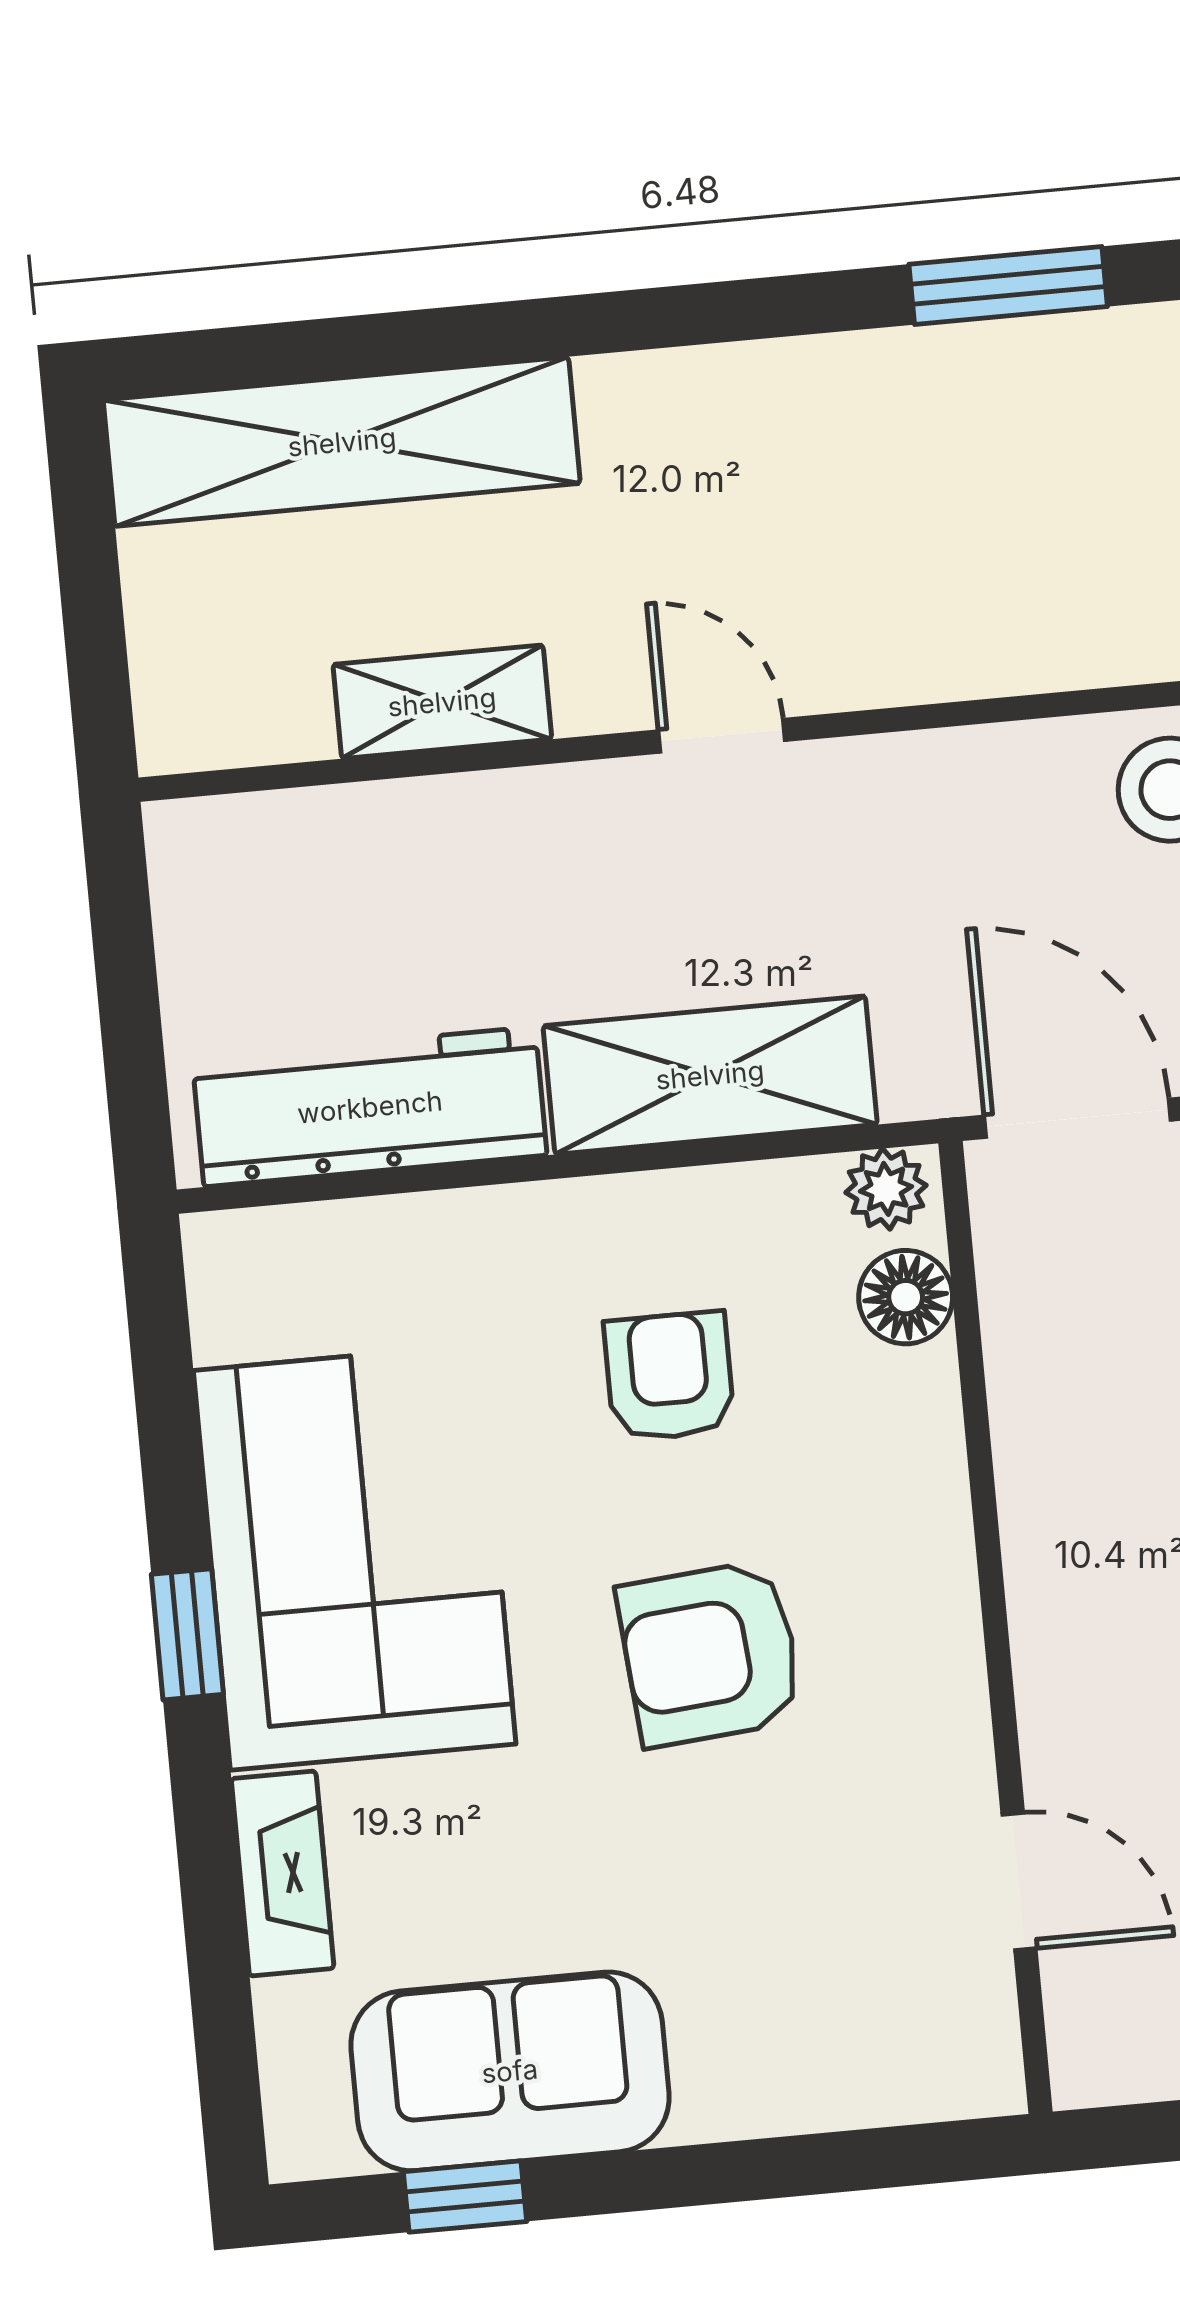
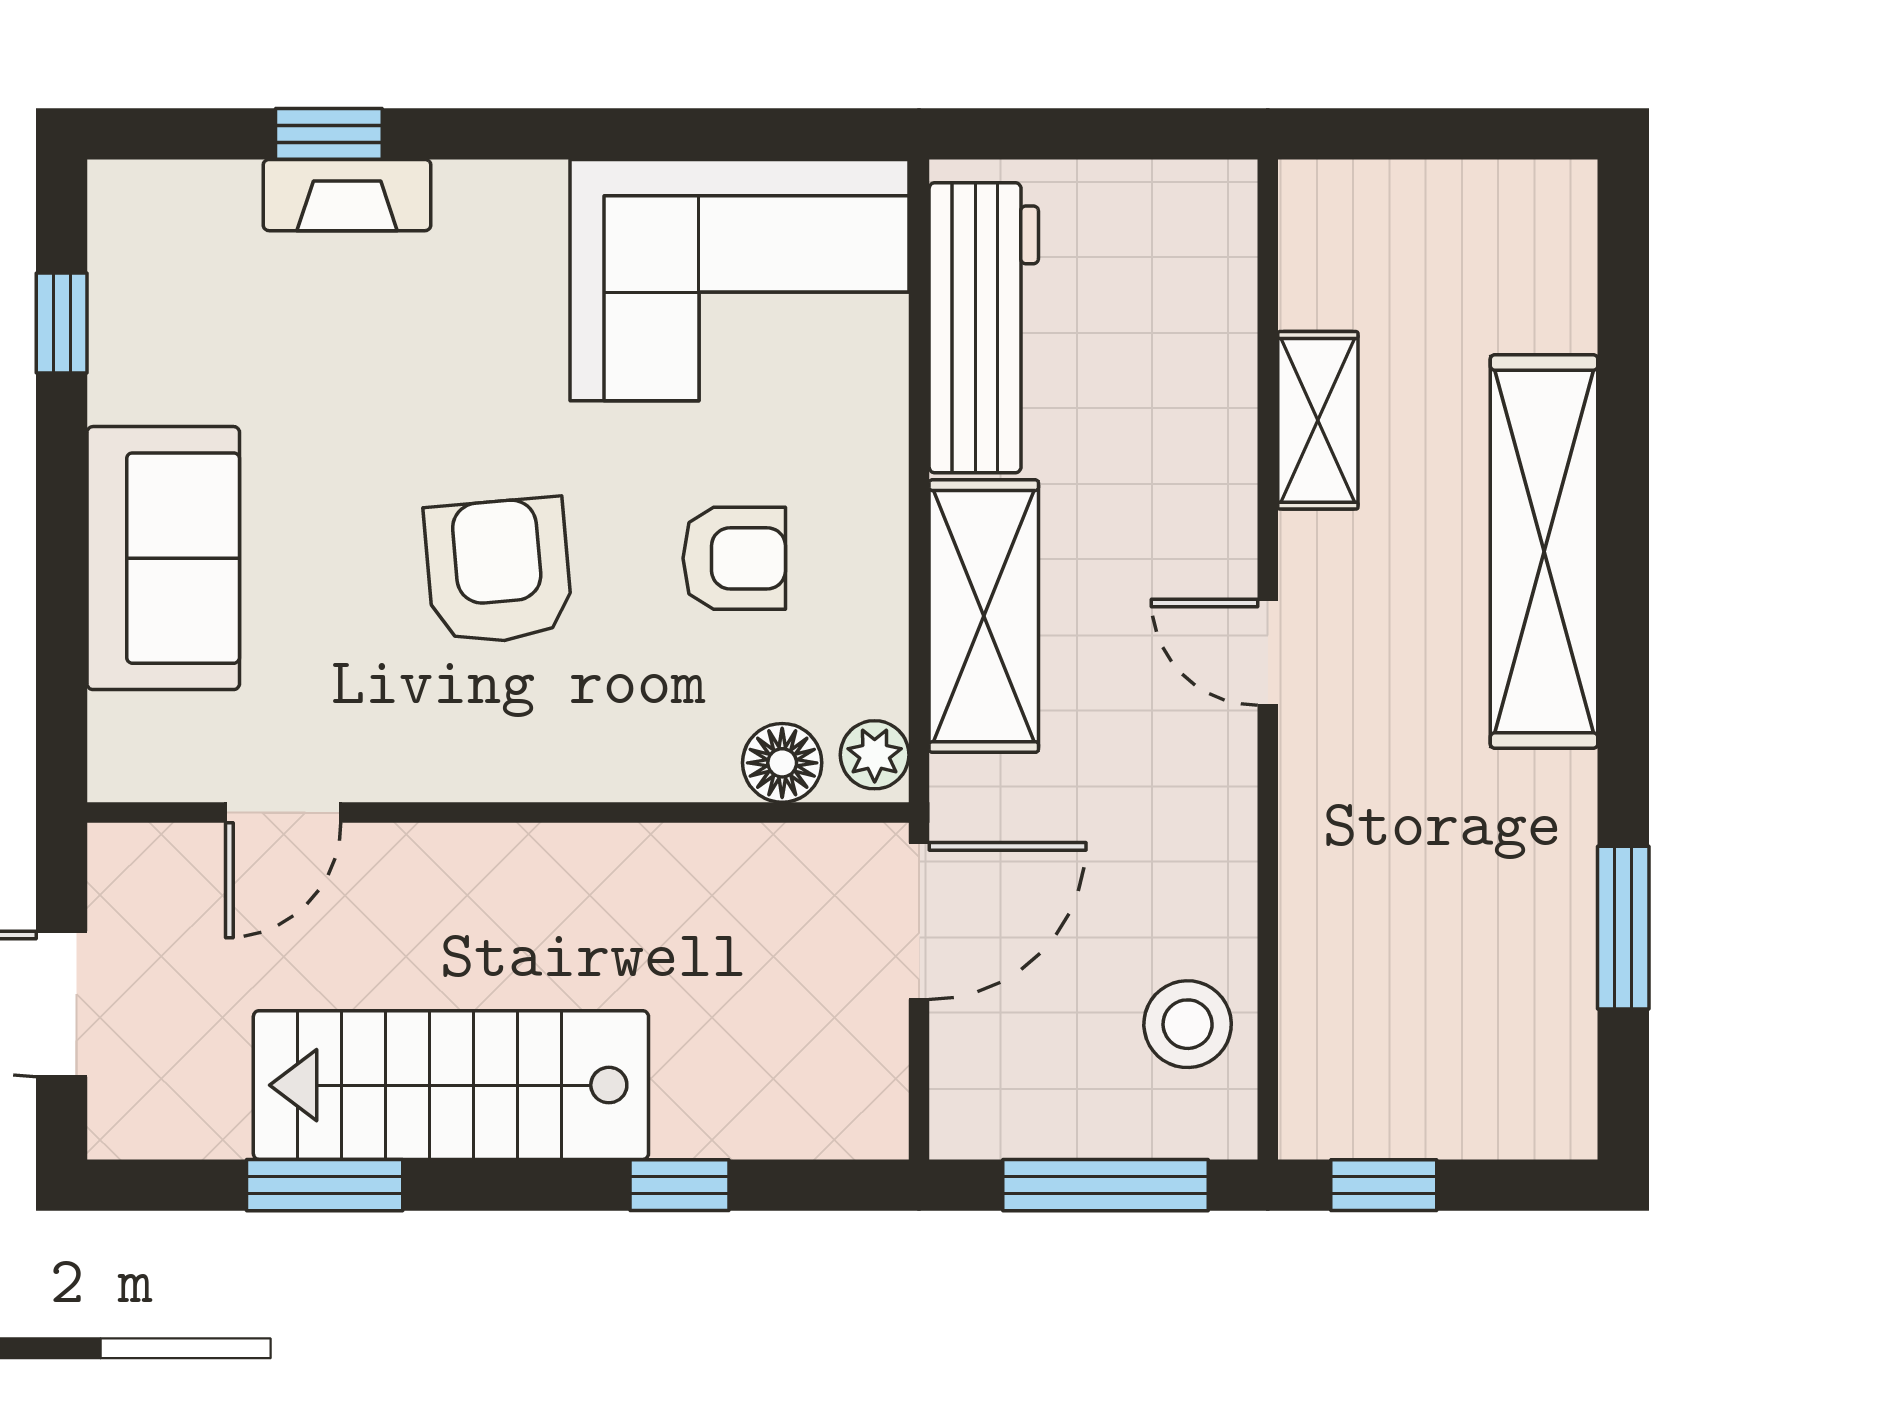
shelving: (342, 442) -> (1544, 551), moved
door: (722, 736) -> (1268, 652), swing flipped
corner sofa: (355, 1557) -> (739, 280), moved
window: (187, 1634) -> (329, 134), moved
sofa: (510, 2071) -> (163, 558), moved

